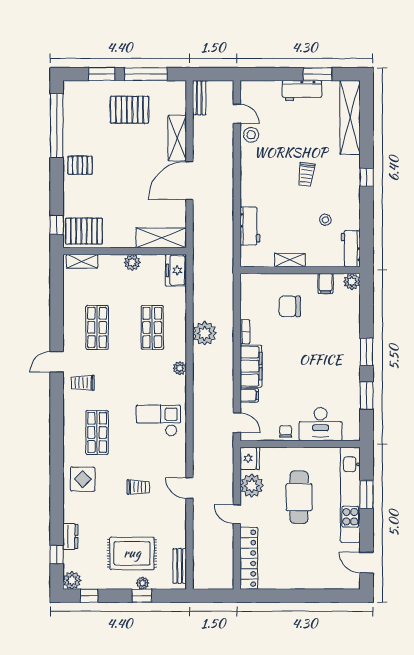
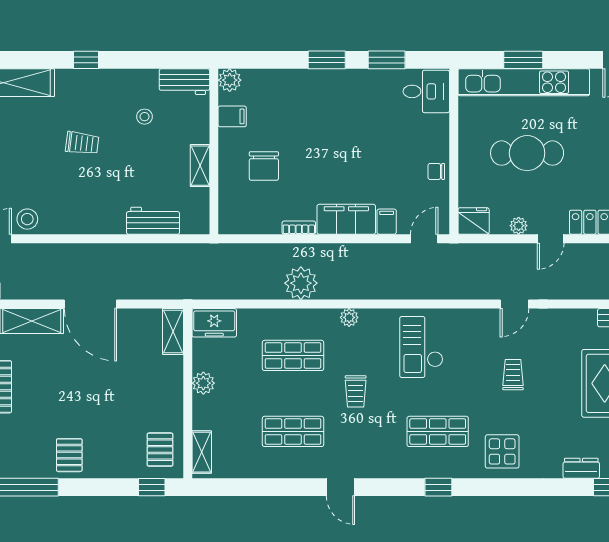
pallet: (84, 231) -> (160, 450), width x0.67, depth x0.71
shelving: (161, 238) -> (173, 332), width x0.67, depth x0.75
trolley: (83, 383) -> (356, 391), moved
desk: (321, 424) -> (426, 91), moved, width x0.73
window: (57, 433) -> (438, 487), added
plant: (252, 486) -> (519, 226), width x0.53, depth x0.53

